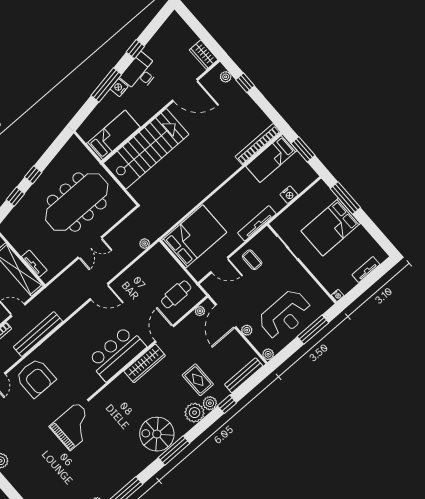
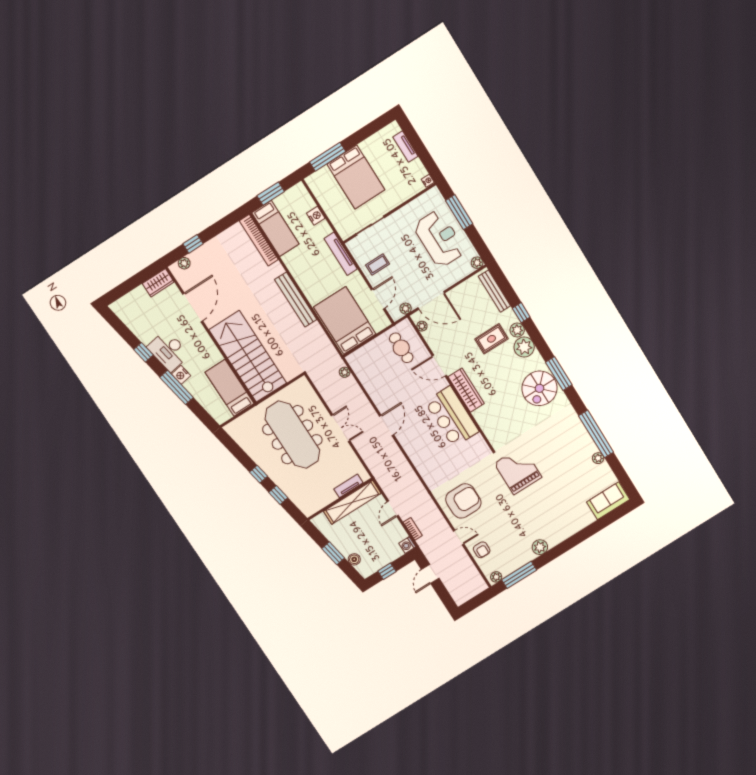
plant: (247, 330) -> (406, 309), moved
bench: (38, 334) -> (296, 299), moved

